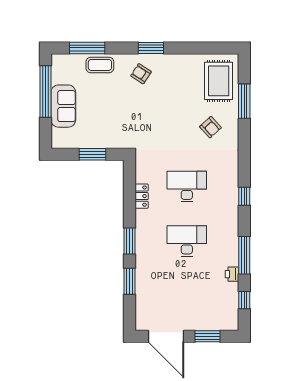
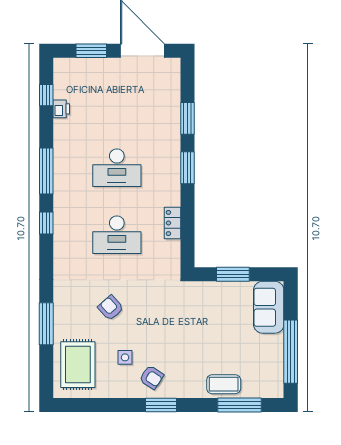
armchair: (141, 74) -> (151, 377), moved
side table: (180, 87) -> (125, 357), added
window: (244, 101) -> (46, 324), moved
sofa: (63, 106) -> (269, 307), moved
armchair: (210, 127) -> (111, 308), moved
window: (244, 255) -> (46, 171), moved
printer: (232, 274) -> (61, 109), moved

